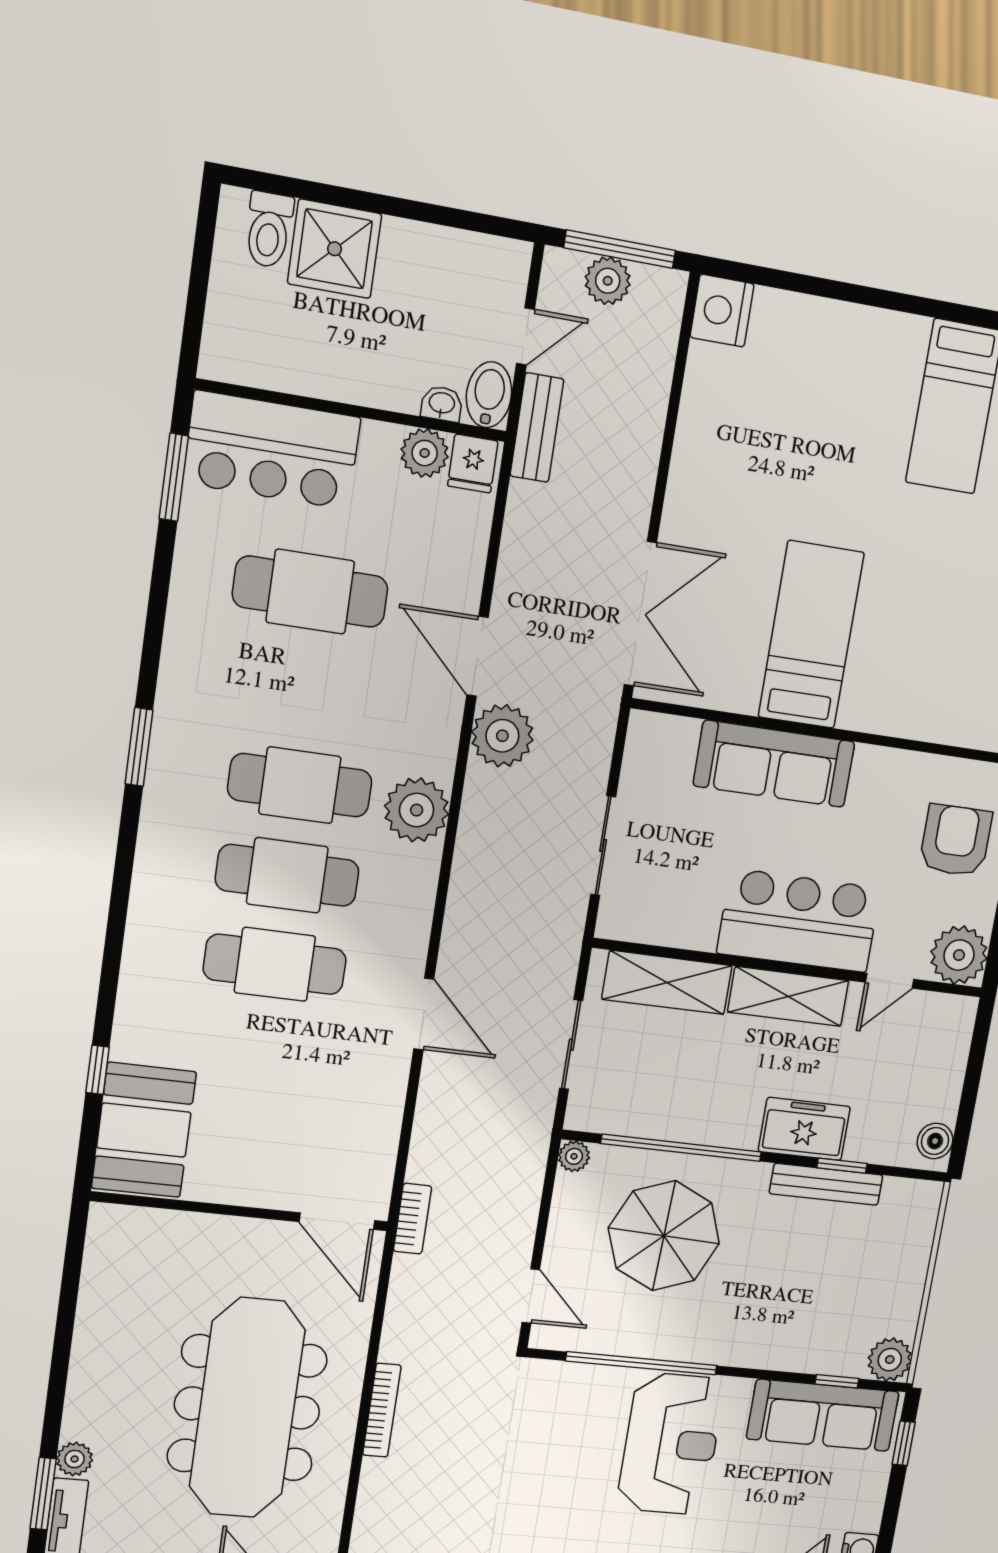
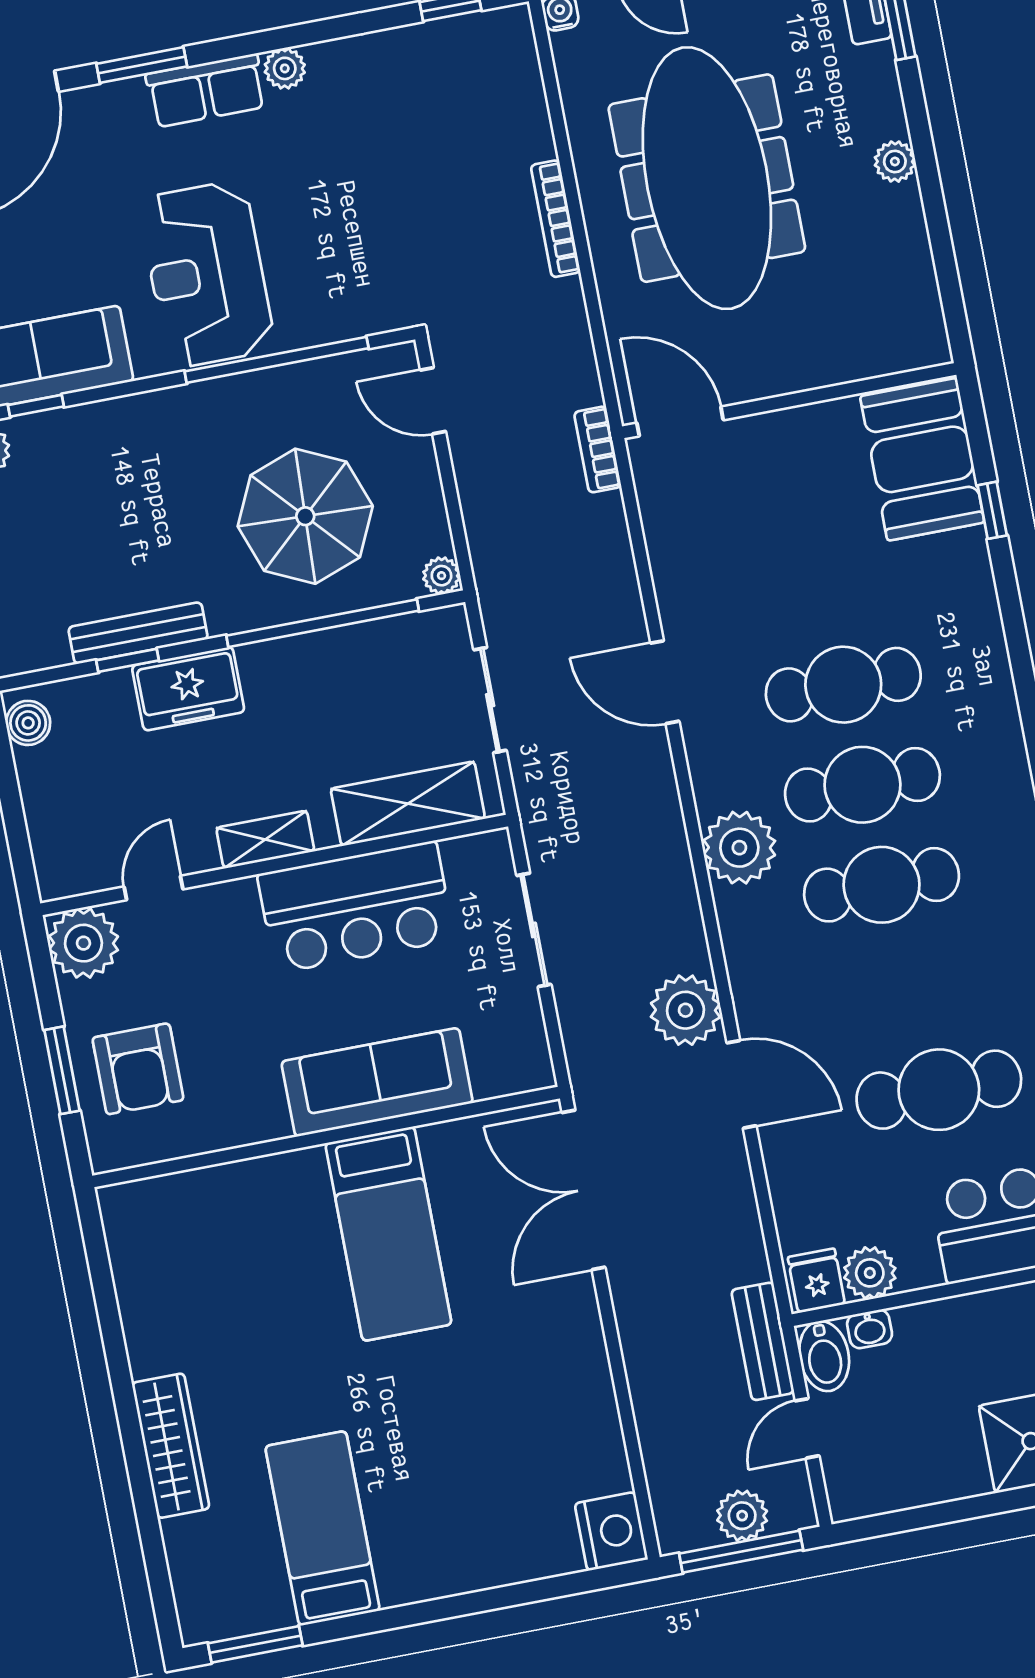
plant: (417, 810) -> (739, 848), moved
bar counter: (799, 921) -> (356, 907), moved
shelving: (788, 996) -> (265, 839), width x0.67, depth x0.75
plant: (75, 1459) -> (895, 162), moved

